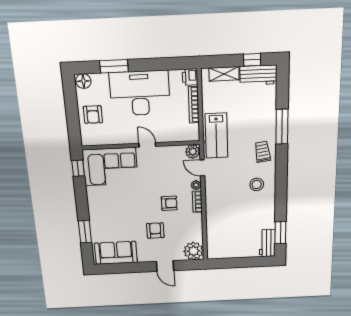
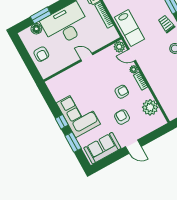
floor lamp: (83, 81) -> (36, 29), moved
corner sofa: (110, 167) -> (78, 113), moved, turned -90
window: (78, 168) -> (62, 122), moved
plant: (194, 251) -> (150, 107), moved
door: (165, 266) -> (133, 147), moved

